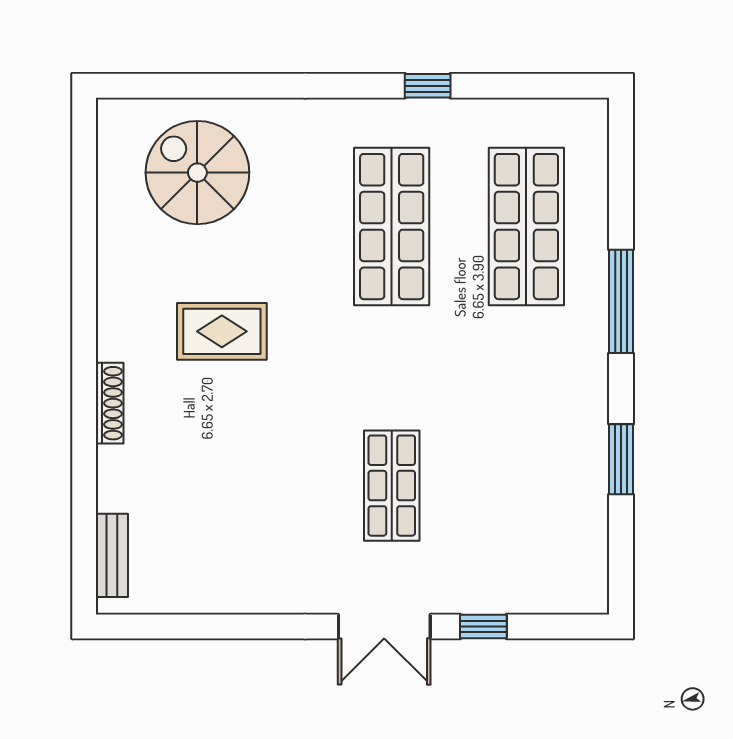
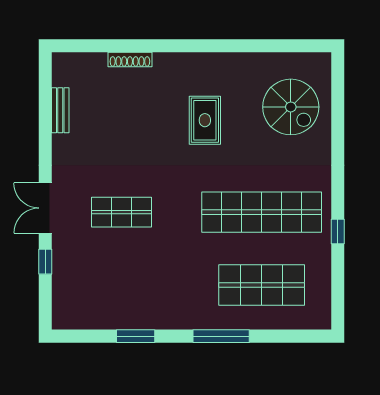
spiral stairs: (197, 173) -> (291, 107), turned 90
shop shelf: (392, 227) -> (262, 212), width x1.40
shoe rack: (110, 403) -> (130, 60), moved
bench: (112, 555) -> (60, 110), moved, turned 90

